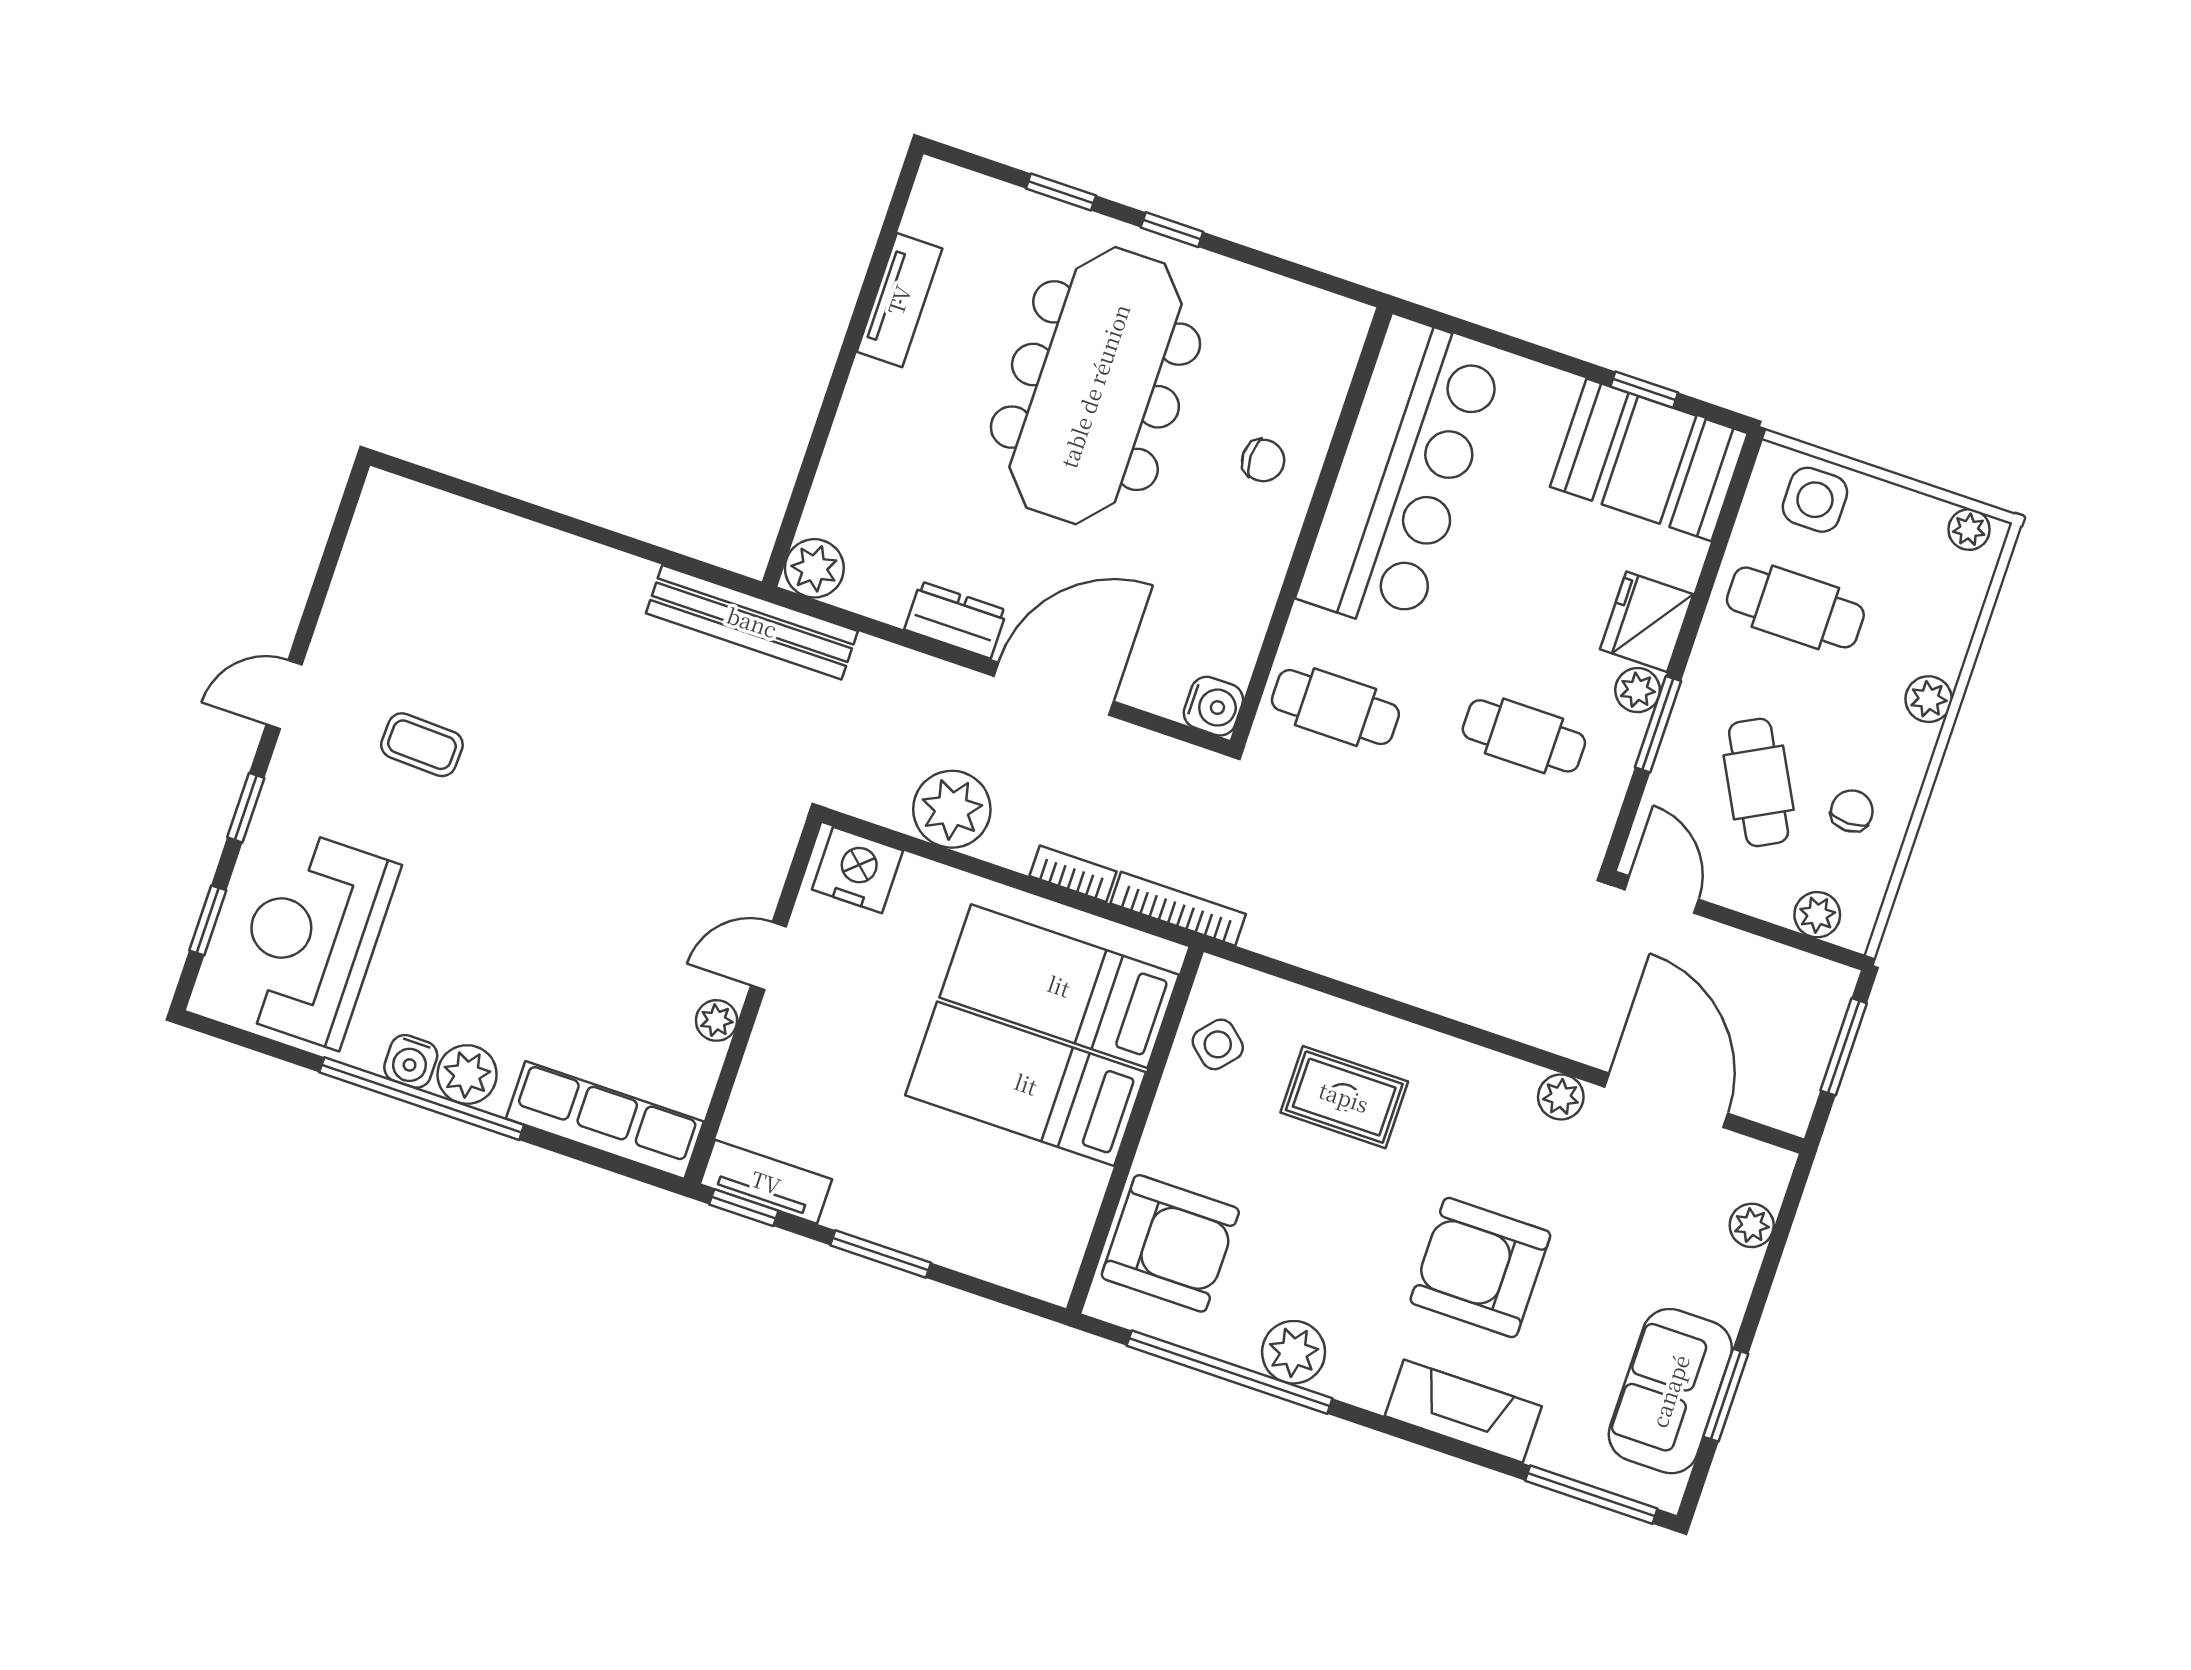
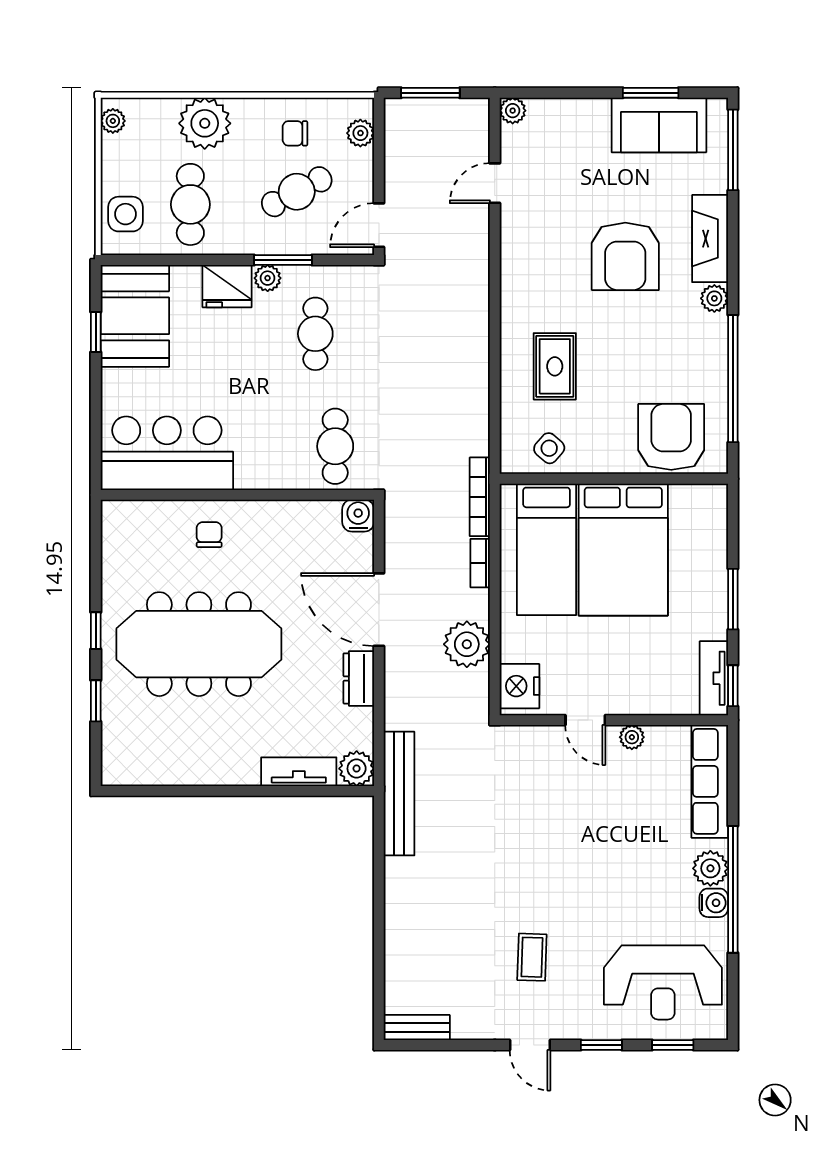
tv unit: (899, 300) -> (299, 772), moved
bar counter: (1402, 475) -> (167, 453), width x0.73
bench: (372, 525) -> (417, 1028), added
plant: (1929, 699) -> (205, 123), width x1.88, depth x1.88
bed: (1026, 1084) -> (623, 550), width x1.50
plant: (1561, 1097) -> (513, 244), removed
door: (1666, 1100) -> (495, 183), width x0.53
plant: (1752, 1225) -> (513, 111), moved
plant: (1294, 1352) -> (714, 298), moved, width x0.73, depth x0.73

